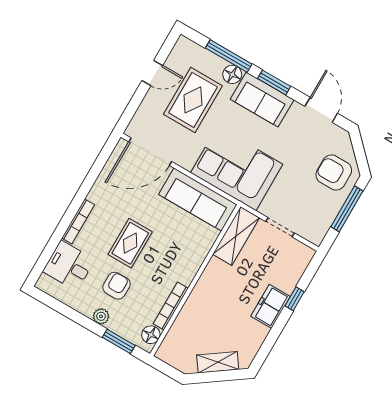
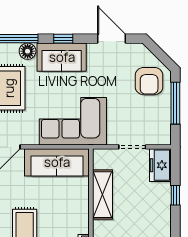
window: (274, 82) -> (63, 39), width x0.67
armchair: (334, 172) -> (149, 81), turned -90
shelving: (236, 236) -> (102, 195), moved
freezer: (271, 306) -> (160, 165), moved

